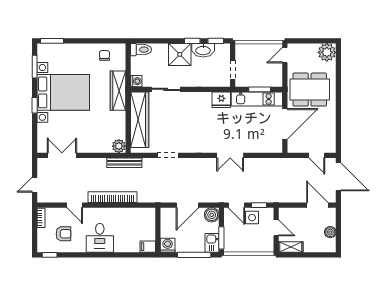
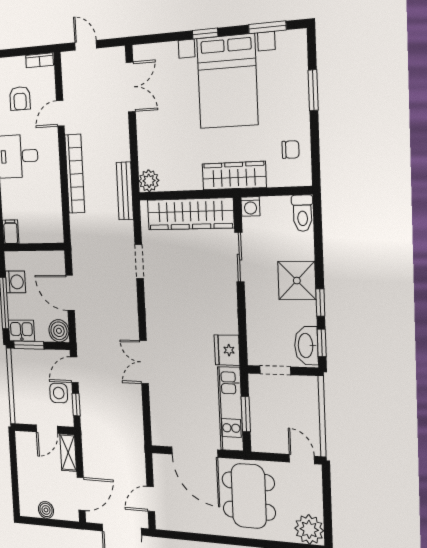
window: (52, 41) -> (313, 90), moved
washbasin: (203, 50) -> (306, 346), moved
washing machine: (168, 245) -> (15, 282), moved
shelving: (291, 247) -> (68, 452), moved

